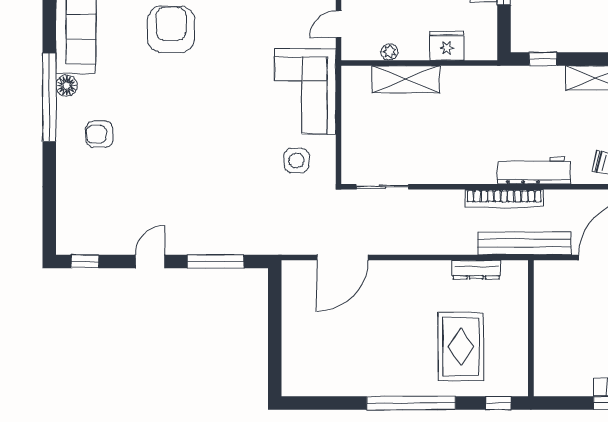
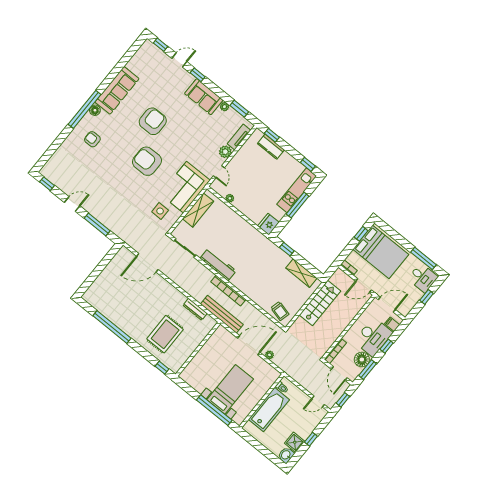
door: (339, 24) -> (219, 172), swing flipped
fridge: (447, 46) -> (268, 224), moved, turned -90
shelving: (406, 79) -> (198, 210), moved, turned 90
armchair: (213, 99) -> (147, 161), added
workbench: (534, 170) -> (218, 265), moved
window: (411, 403) -> (112, 327), moved

